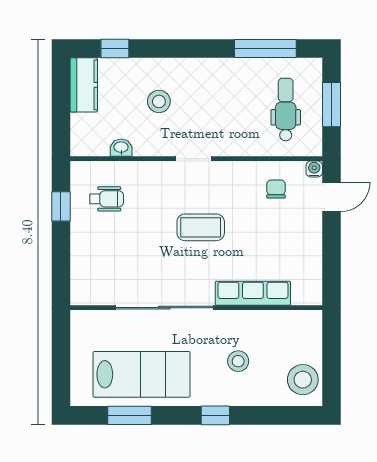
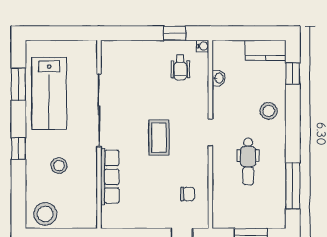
stool: (159, 101) -> (269, 111), moved
dental chair: (286, 109) -> (248, 161), moved, turned 90
water cooler: (314, 169) -> (203, 46), moved

